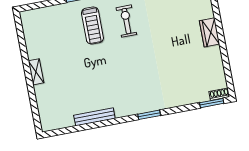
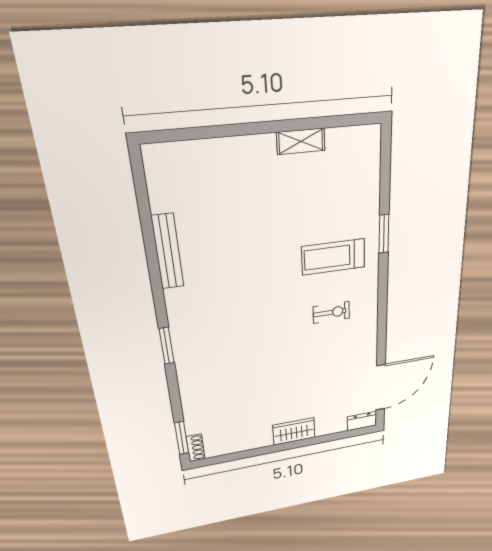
exercise bike: (126, 21) -> (331, 312), width x0.73, depth x0.72
shelving: (36, 72) -> (301, 141), moved

